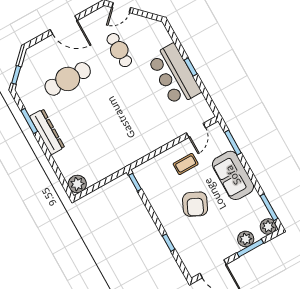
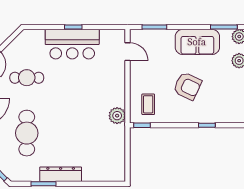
coffee table: (186, 164) -> (148, 104), moved
sofa: (233, 175) -> (197, 42), moved
plant: (77, 184) -> (117, 116), moved

